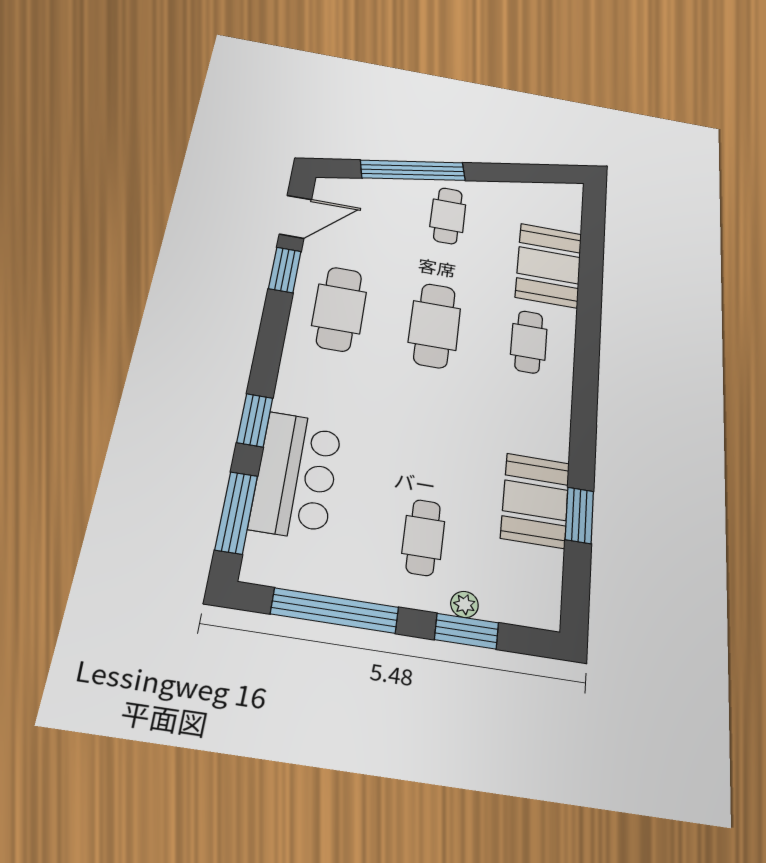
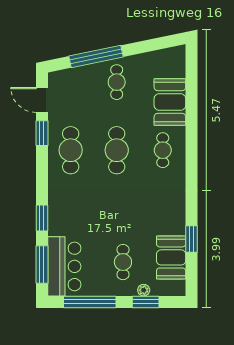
door: (295, 217) -> (42, 100), swing flipped
bar counter: (296, 475) -> (64, 266), moved
booth: (535, 500) -> (171, 257), moved

